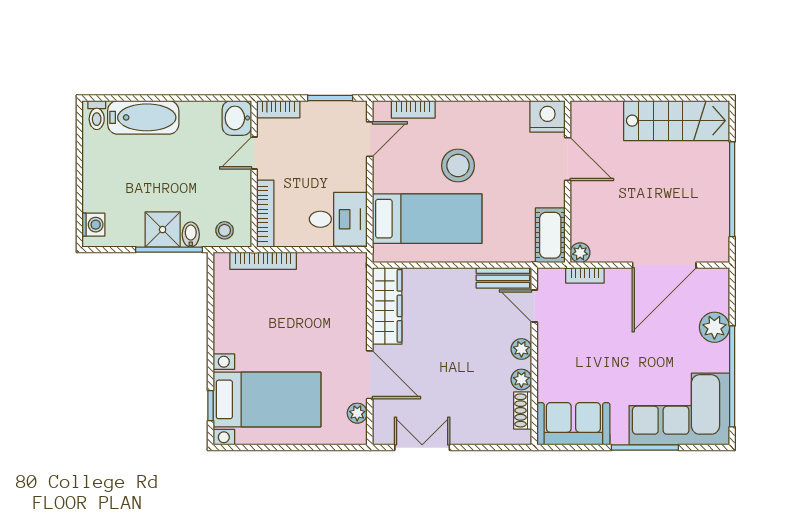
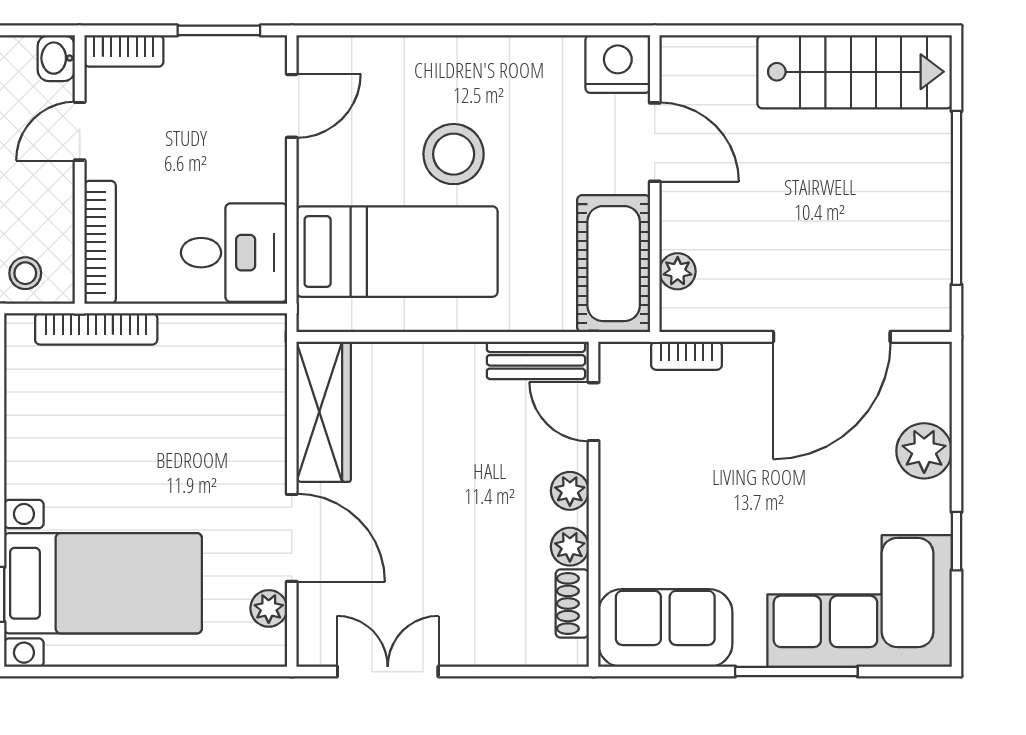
bookcase: (413, 109) -> (371, 51), removed
washbasin: (237, 118) -> (56, 58), width x0.72, depth x0.69
cot: (550, 235) -> (614, 264), width x1.37, depth x1.34
plant: (580, 253) -> (678, 271), moved
window: (732, 376) -> (956, 541), width x0.32

